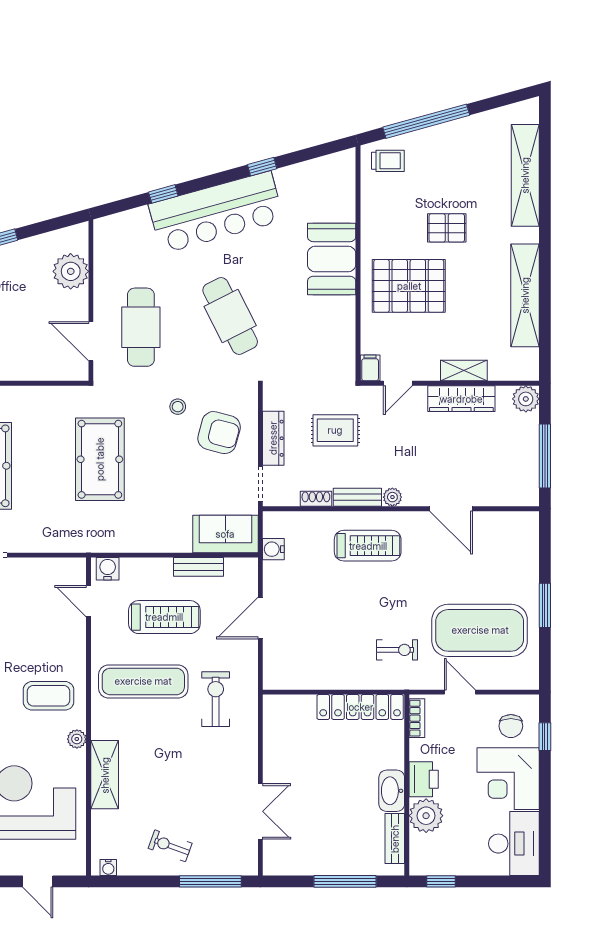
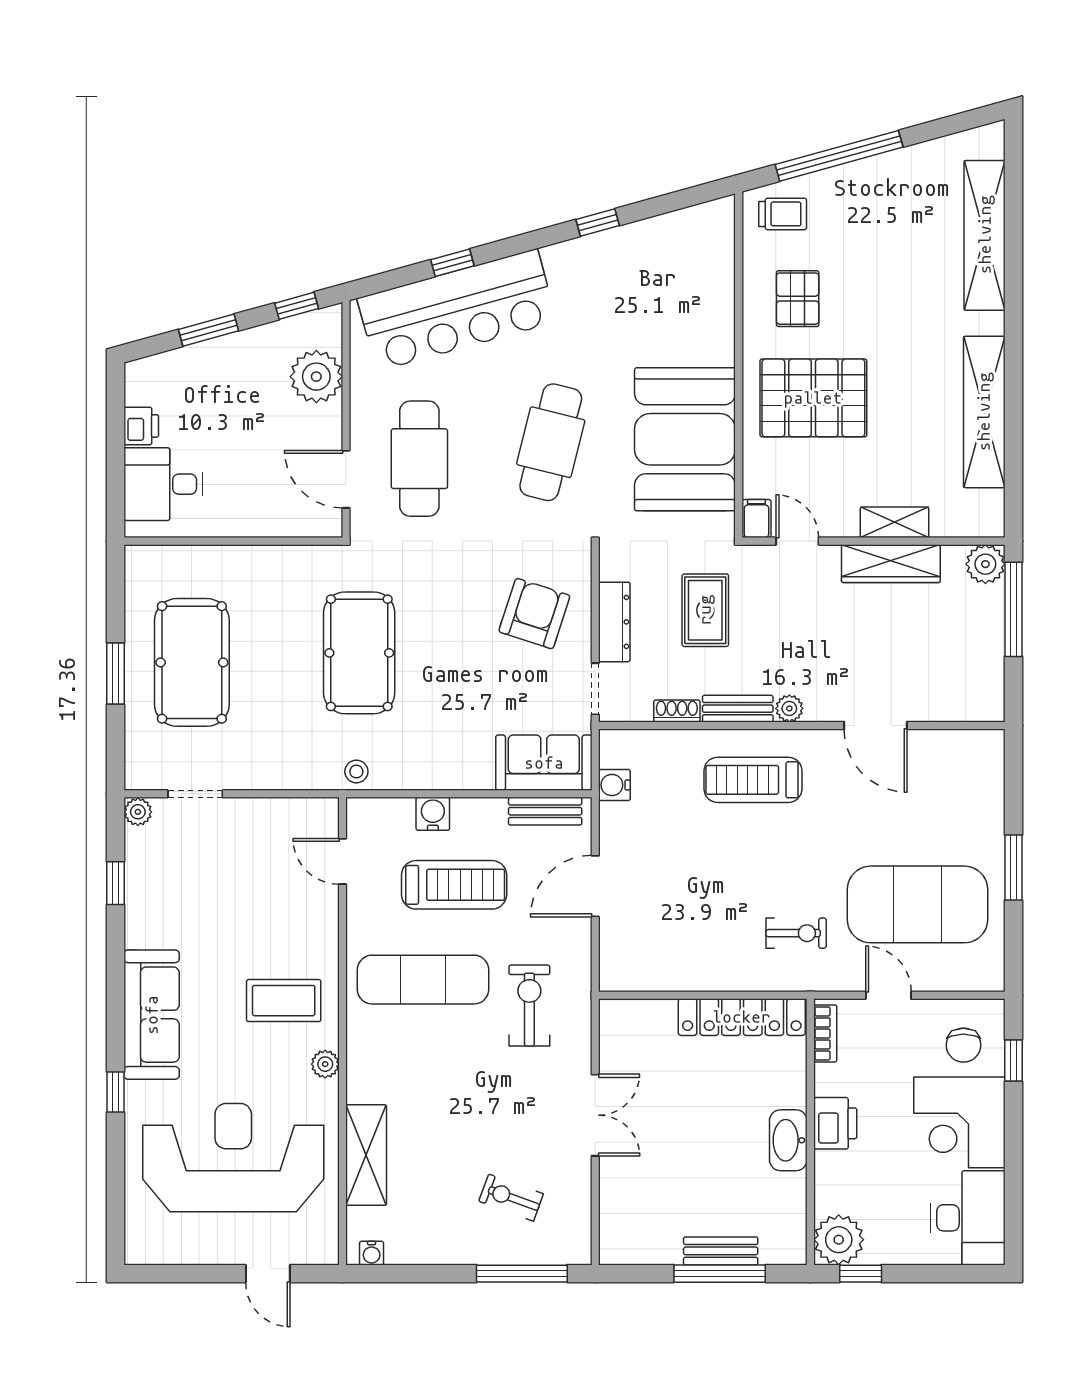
bar counter: (216, 212) -> (457, 310), moved
window: (57, 223) -> (297, 306), added
pallet: (447, 228) -> (798, 299), moved, turned 90
booth: (332, 259) -> (685, 439), moved, width x1.36, depth x1.42
cafe table: (230, 316) -> (551, 442), turned 41
door: (398, 383) -> (797, 541), swing flipped
stool: (178, 407) -> (356, 772), moved
rug: (335, 430) -> (705, 610), turned 90
armchair: (219, 433) -> (534, 614), turned -87
window: (545, 456) -> (1014, 609), moved
treadmill: (368, 546) -> (753, 780), turned 180
bench: (198, 567) -> (545, 811), moved
water cooler: (108, 569) -> (433, 814), moved
shelving: (105, 775) -> (366, 1155), moved
double door: (260, 811) -> (595, 1115), moved
plant: (426, 816) -> (839, 1240), moved
bench: (395, 839) -> (721, 1251), moved, turned 90
exercise bike: (170, 846) -> (511, 1198), moved

